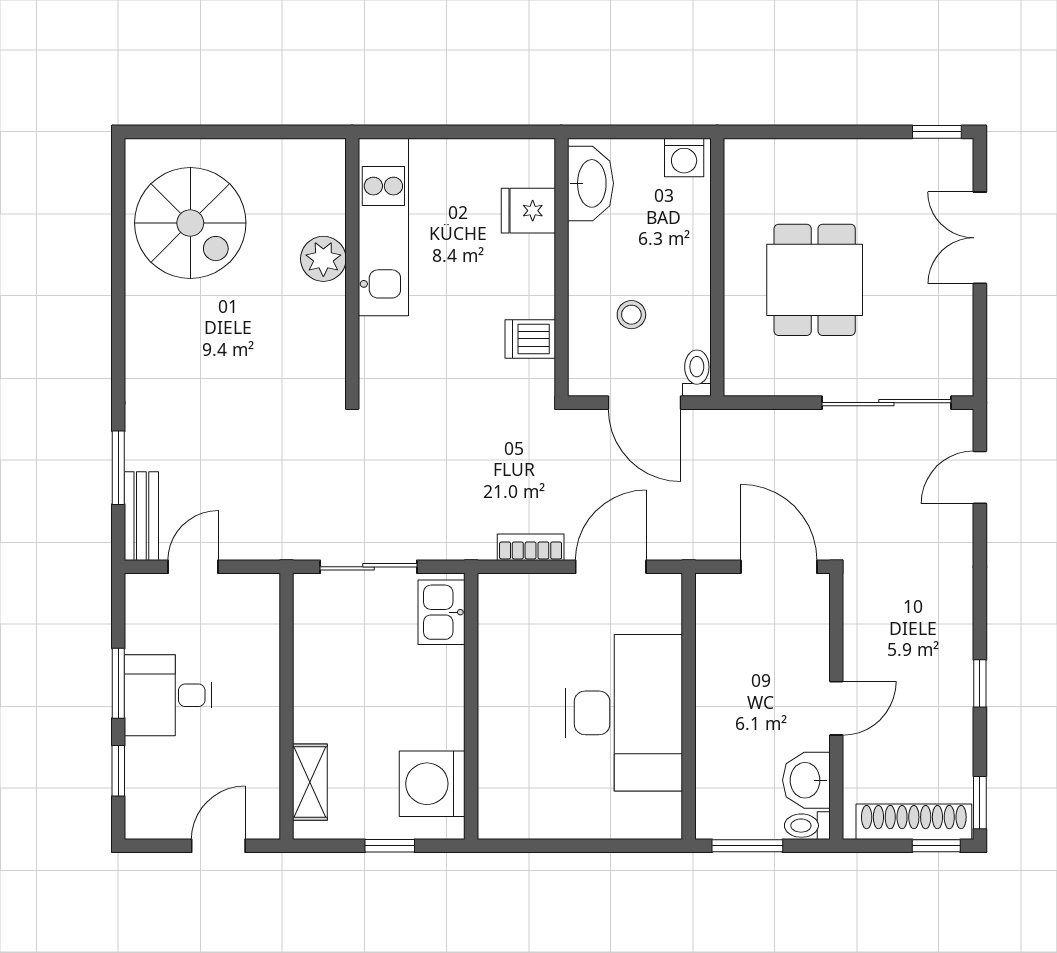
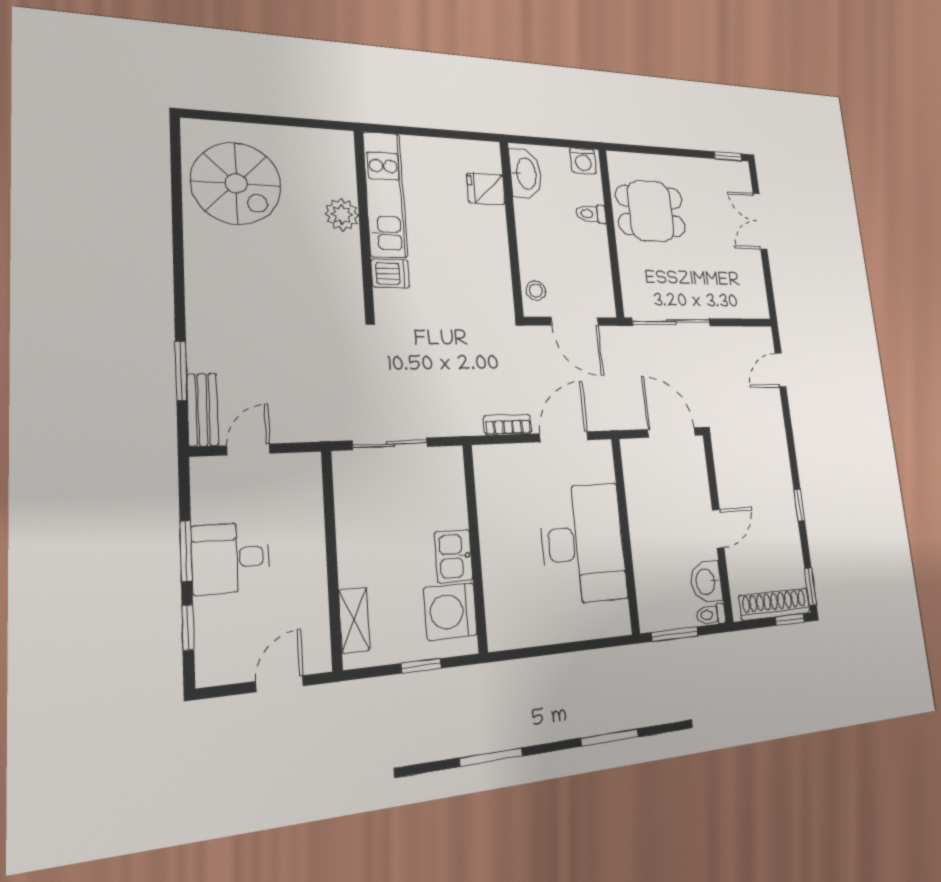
dining table: (815, 280) -> (651, 211), moved, turned 90
stool: (631, 315) -> (536, 290), moved
dishwasher: (530, 339) -> (390, 274), moved, turned 180
toilet: (697, 373) -> (591, 214), moved, turned -90
sliding door: (886, 403) -> (672, 322), moved
kitchen sink: (442, 612) -> (454, 556), moved

